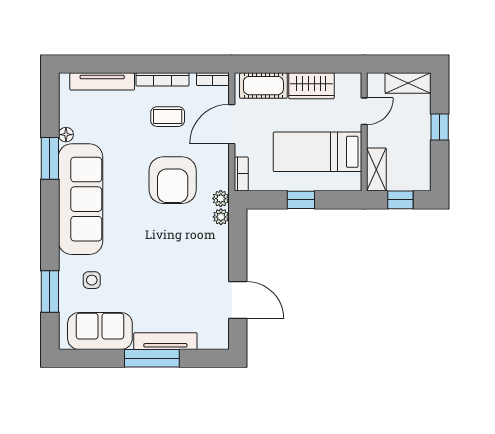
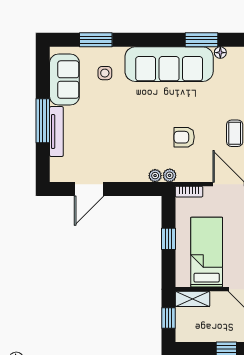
armchair: (173, 180) -> (184, 137), width x0.53, depth x0.53

